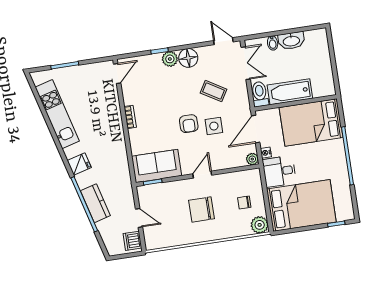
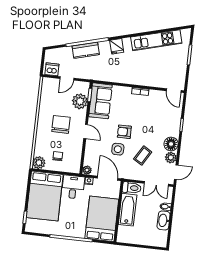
plant: (170, 59) -> (171, 158), moved
plant: (164, 193) -> (80, 101), added

